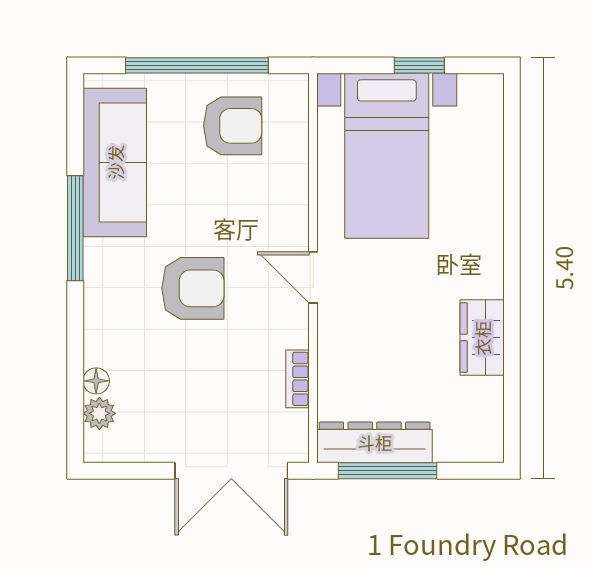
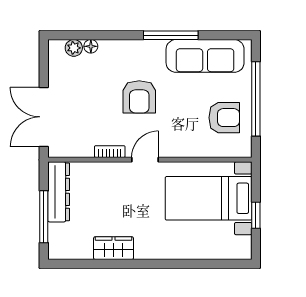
armchair: (233, 126) -> (224, 118), turned -90
bookcase: (298, 379) -> (110, 152), moved
window: (388, 471) -> (44, 217), moved

